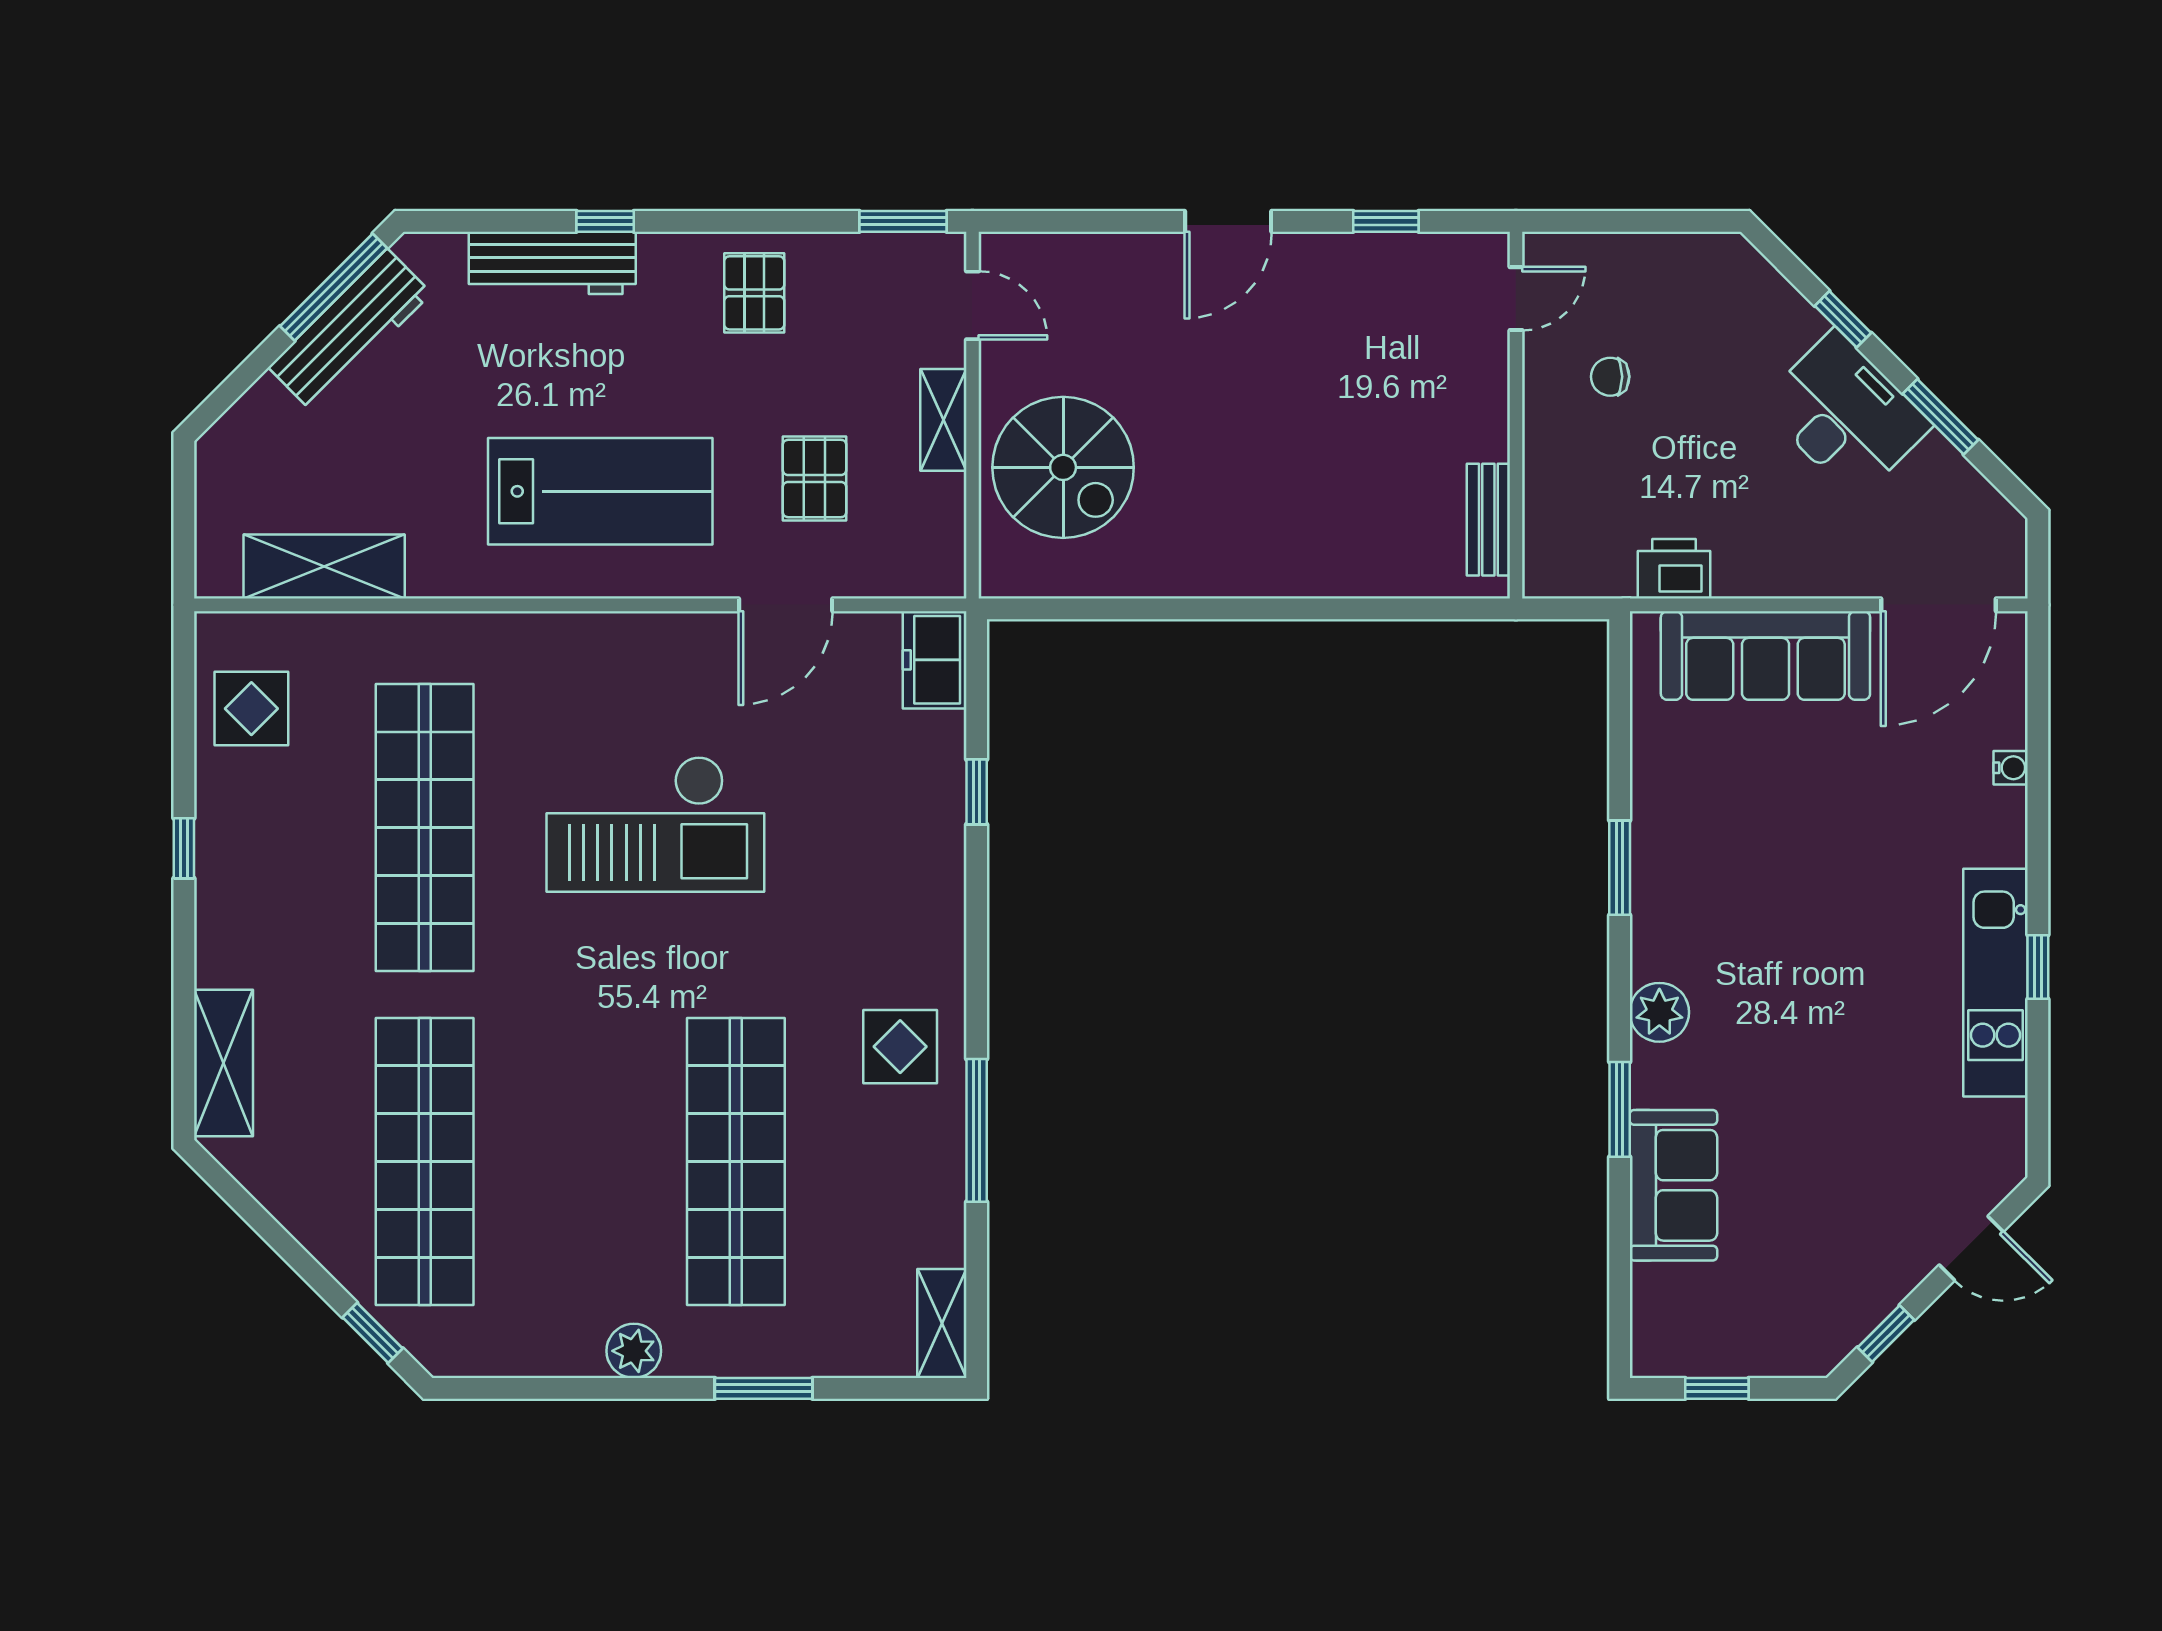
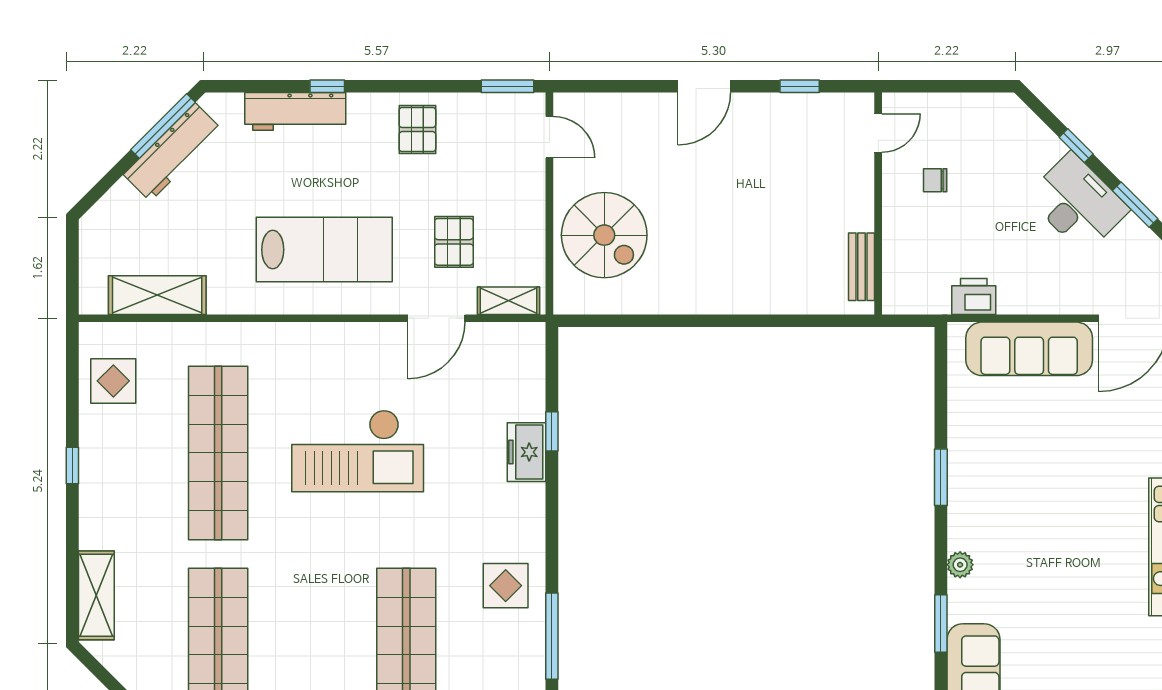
shelving: (943, 420) -> (509, 301), moved, turned 90
freezer: (935, 660) -> (527, 452), moved
plant: (1659, 1012) -> (960, 565), width x0.73, depth x0.73

